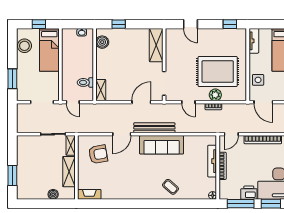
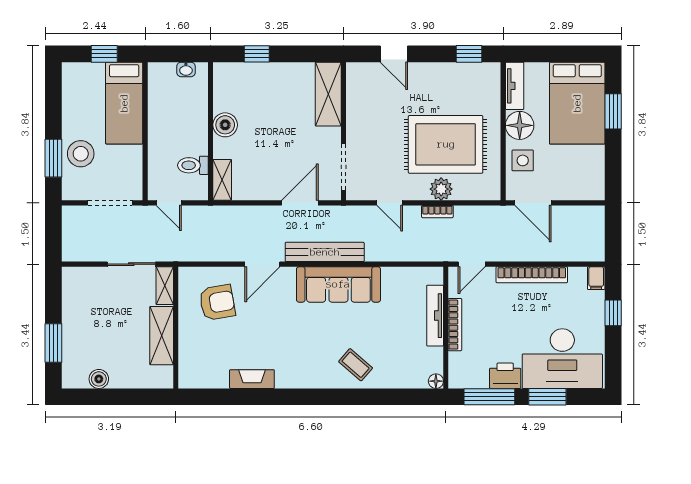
boiler: (102, 42) -> (225, 125), moved
stool: (24, 46) -> (81, 154), moved
floor lamp: (256, 62) -> (520, 125), added
boiler: (53, 194) -> (99, 379), moved
fireplace: (89, 194) -> (252, 379), moved

